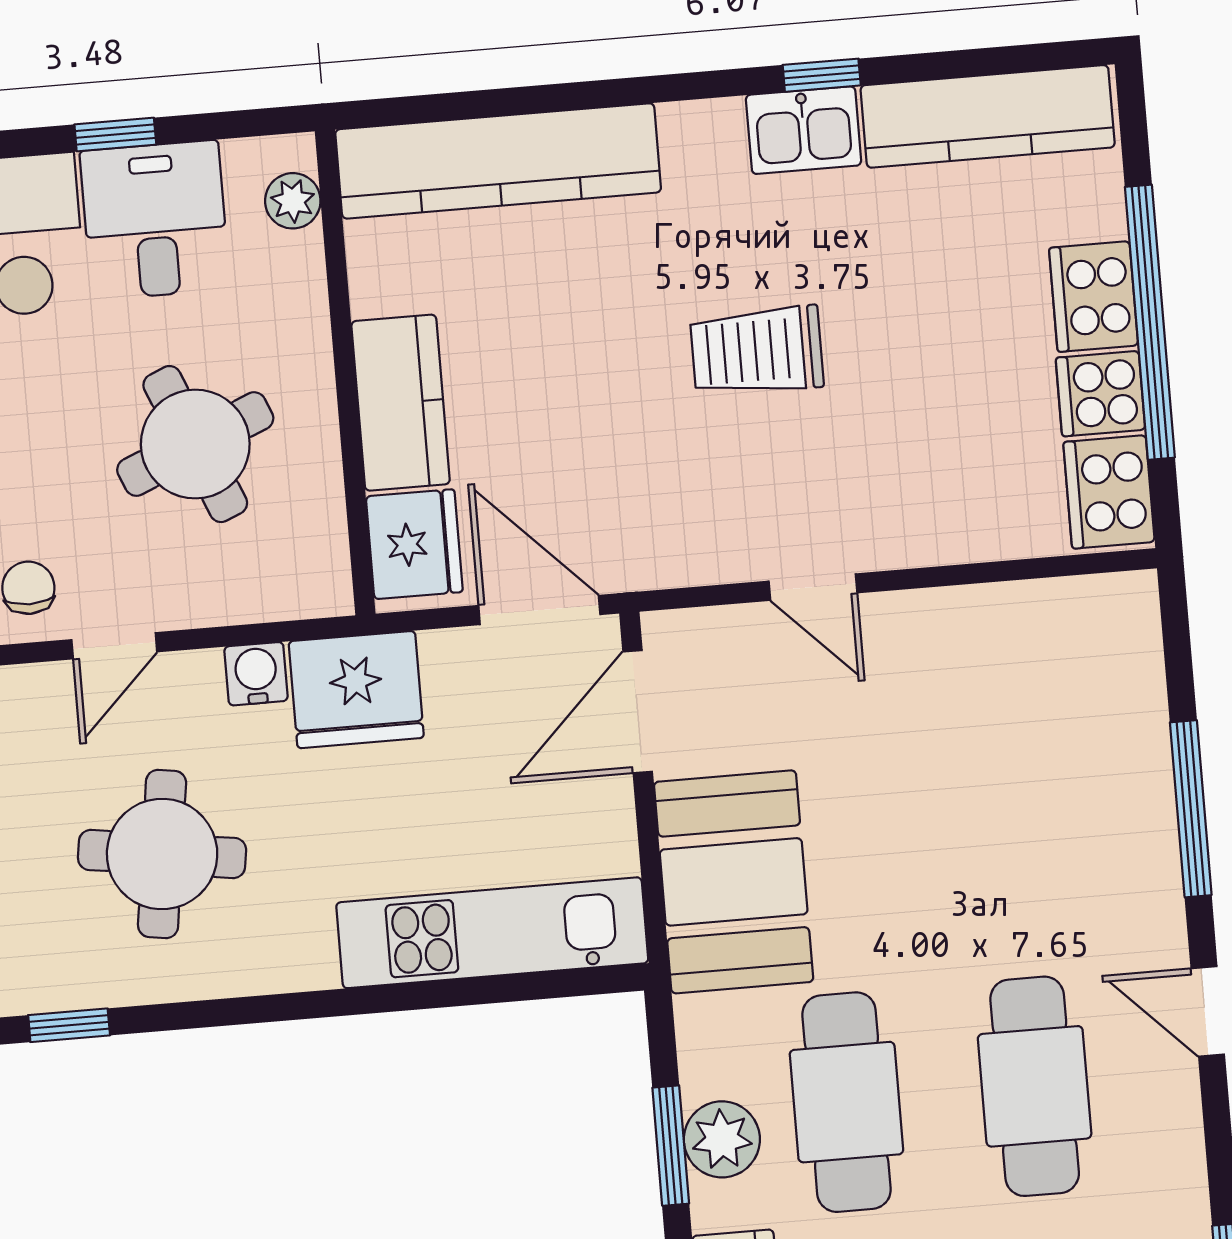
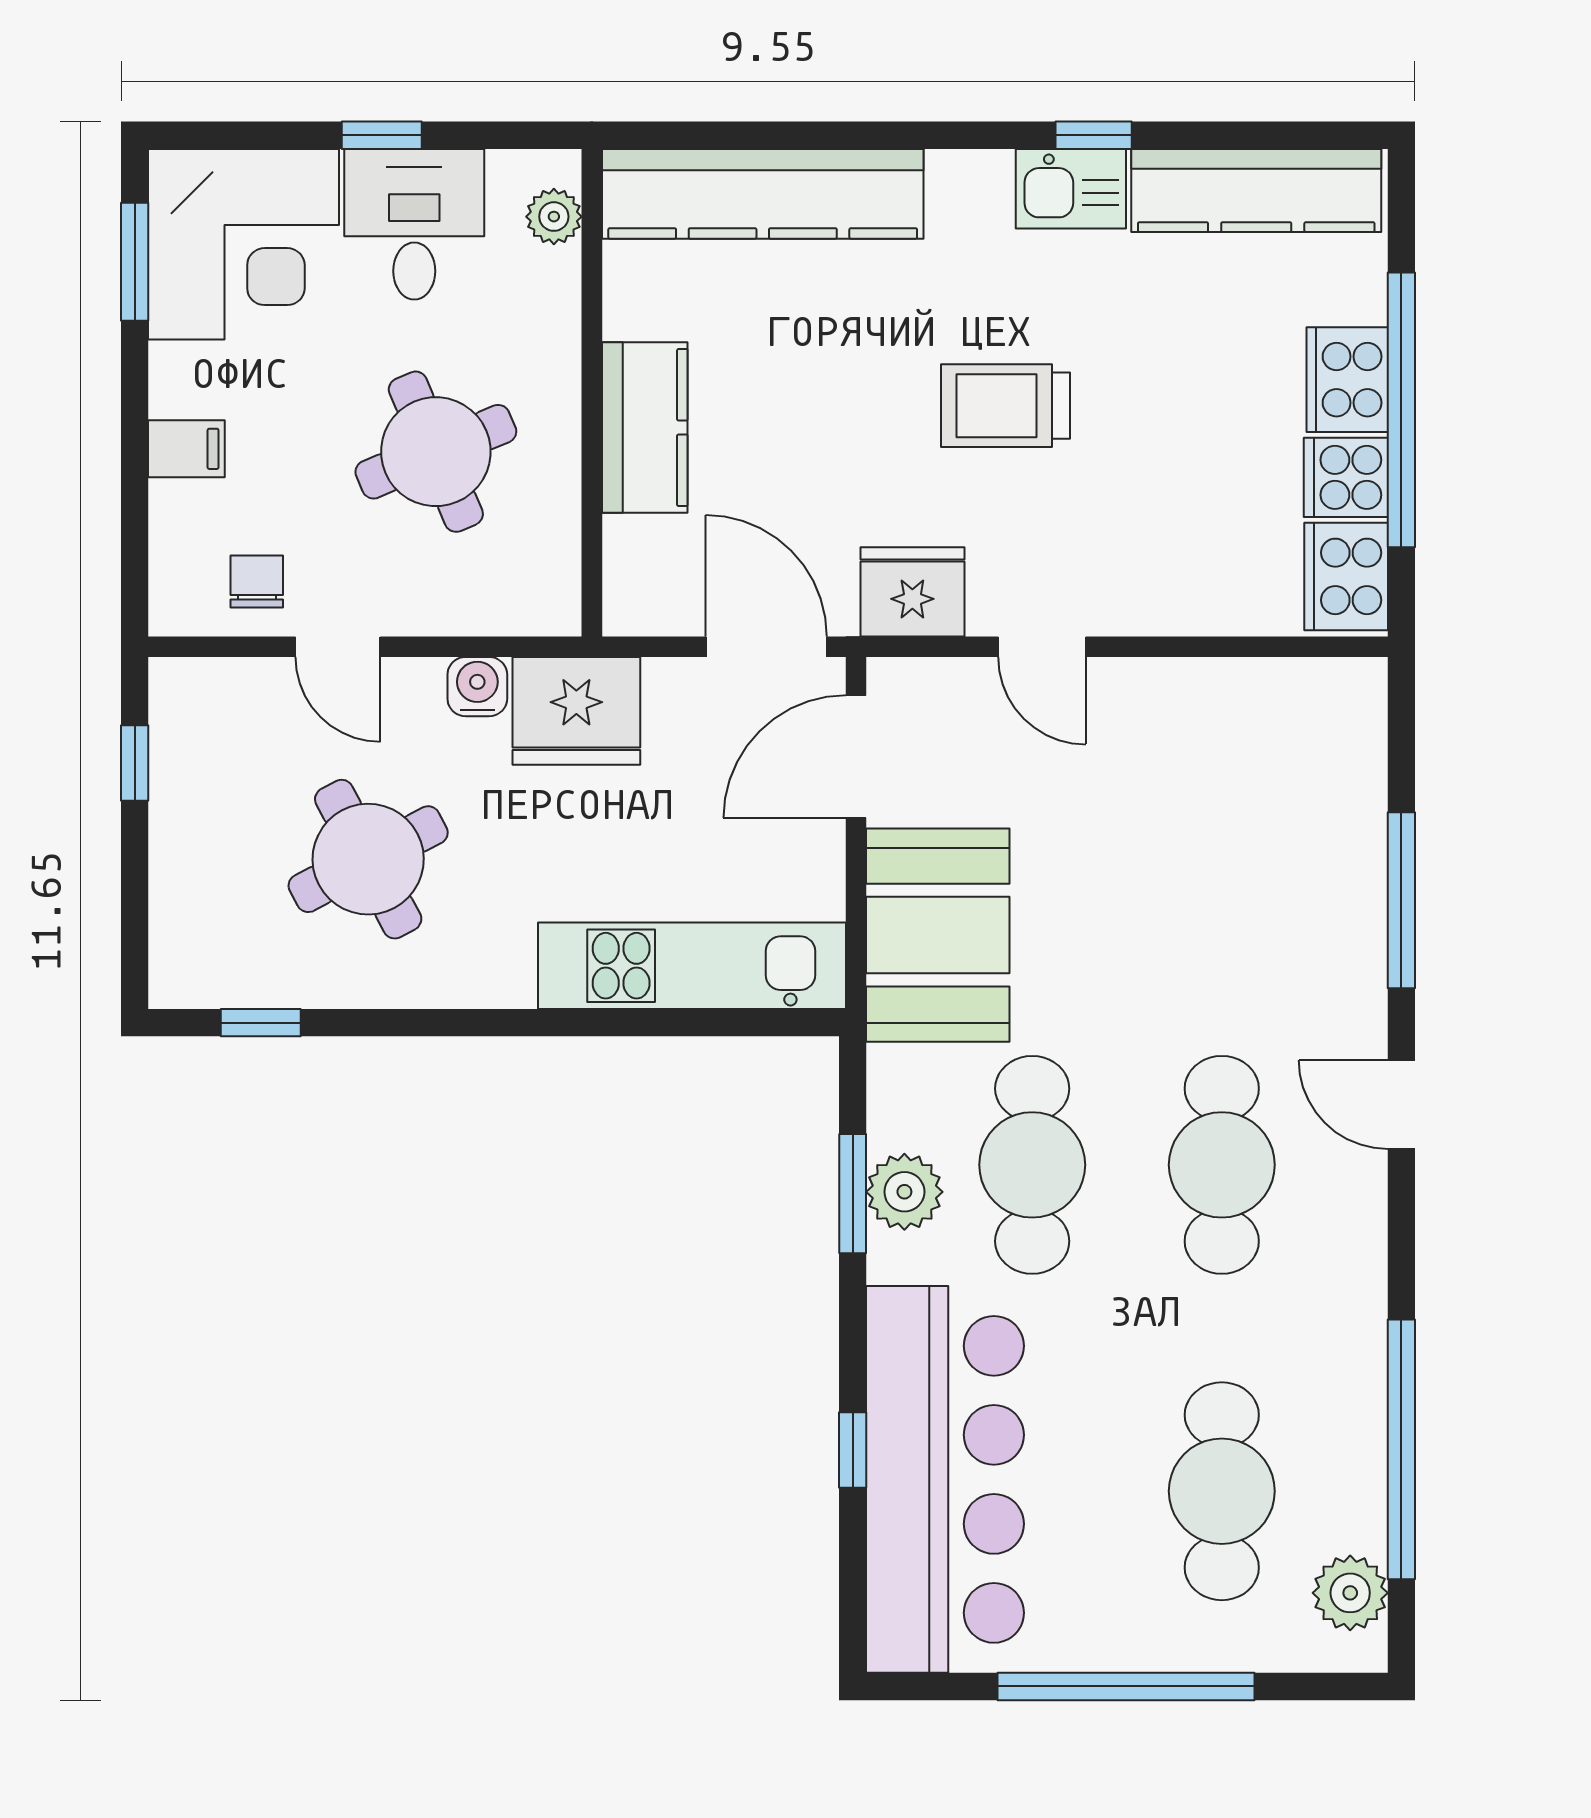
fridge: (414, 544) -> (912, 592), moved, turned -90
door: (114, 646) -> (338, 647), hinge flipped
round table: (162, 854) -> (368, 859), turned -36

